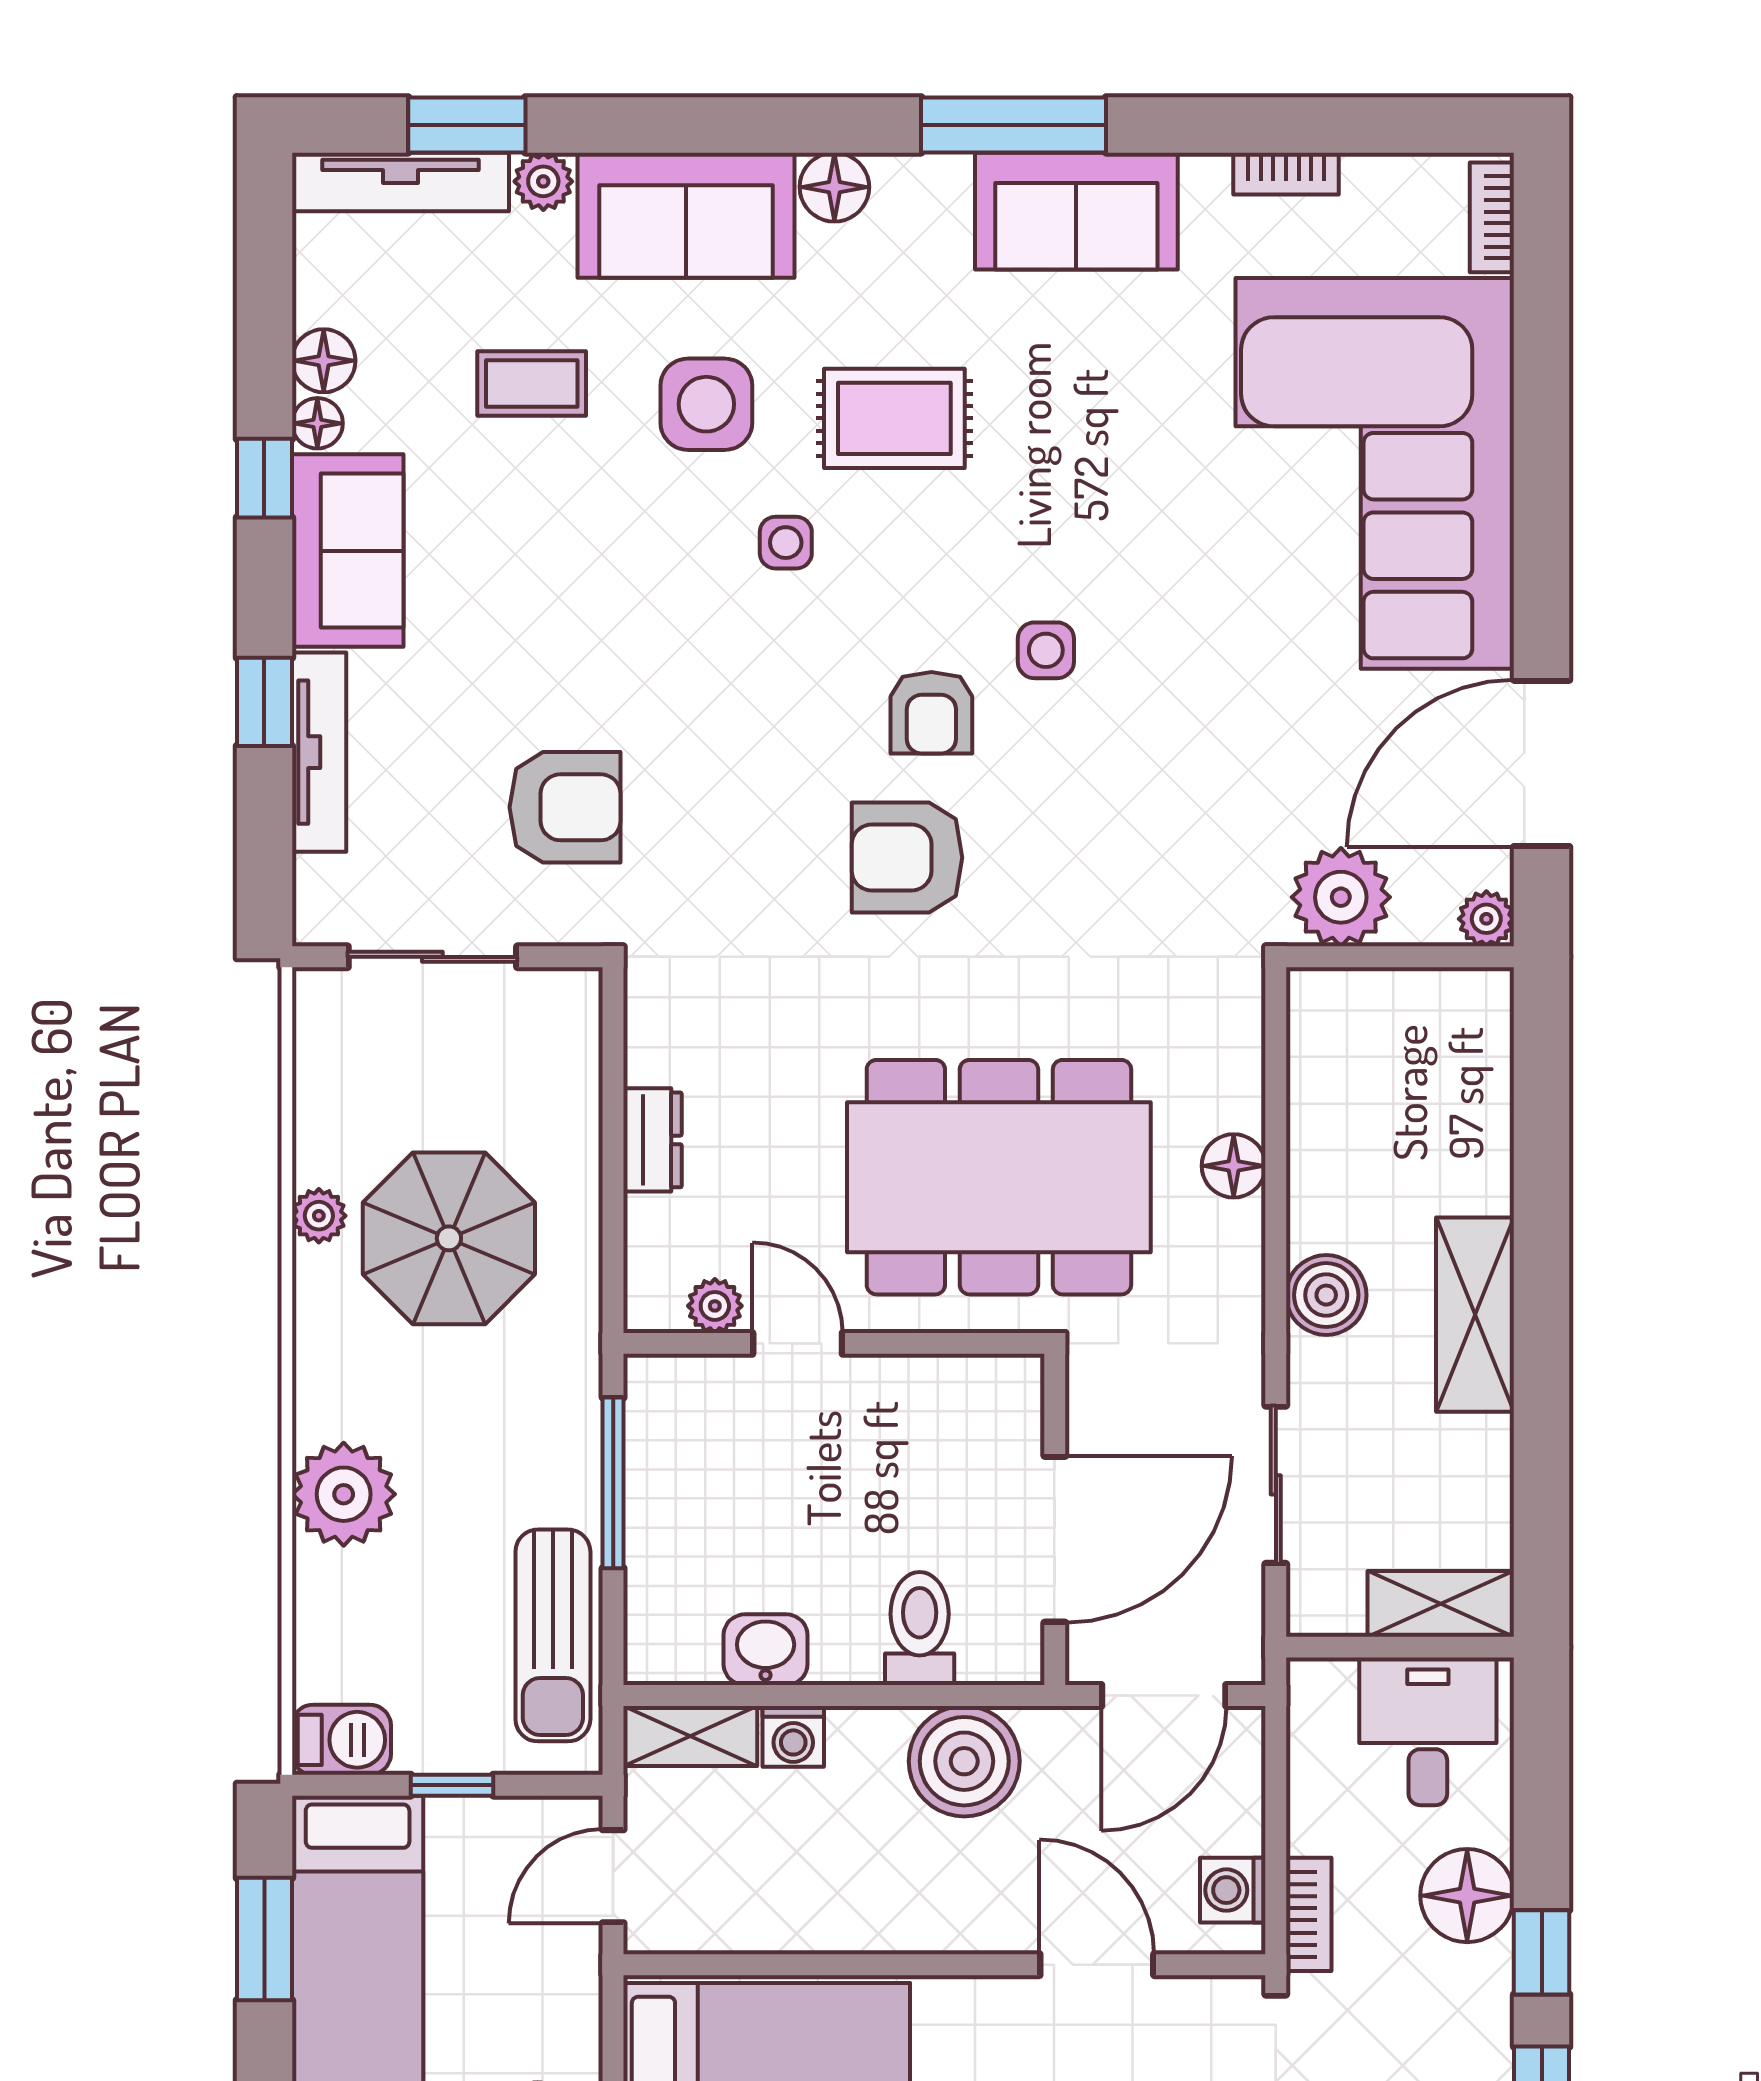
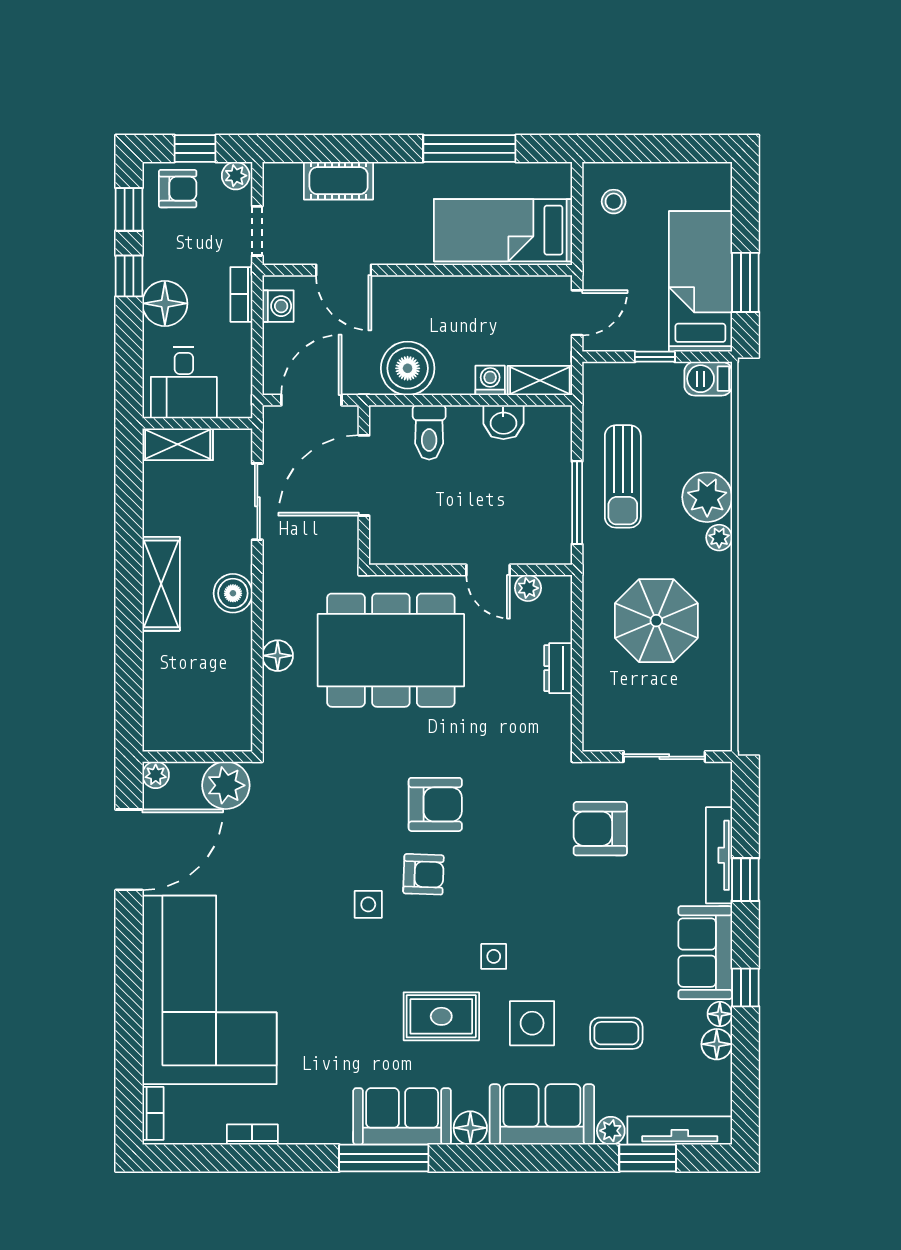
sofa: (1076, 211) -> (402, 1116), moved
armchair: (931, 713) -> (423, 874), turned 92
plant: (319, 1216) -> (719, 538), moved
sun lounger: (553, 1635) -> (623, 476), moved, turned 180

